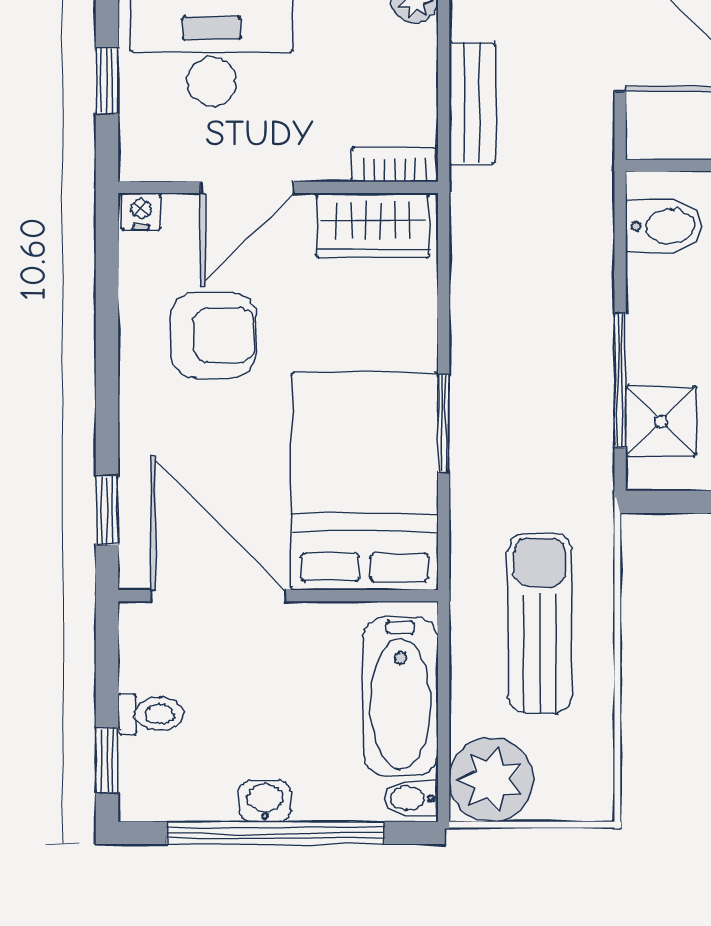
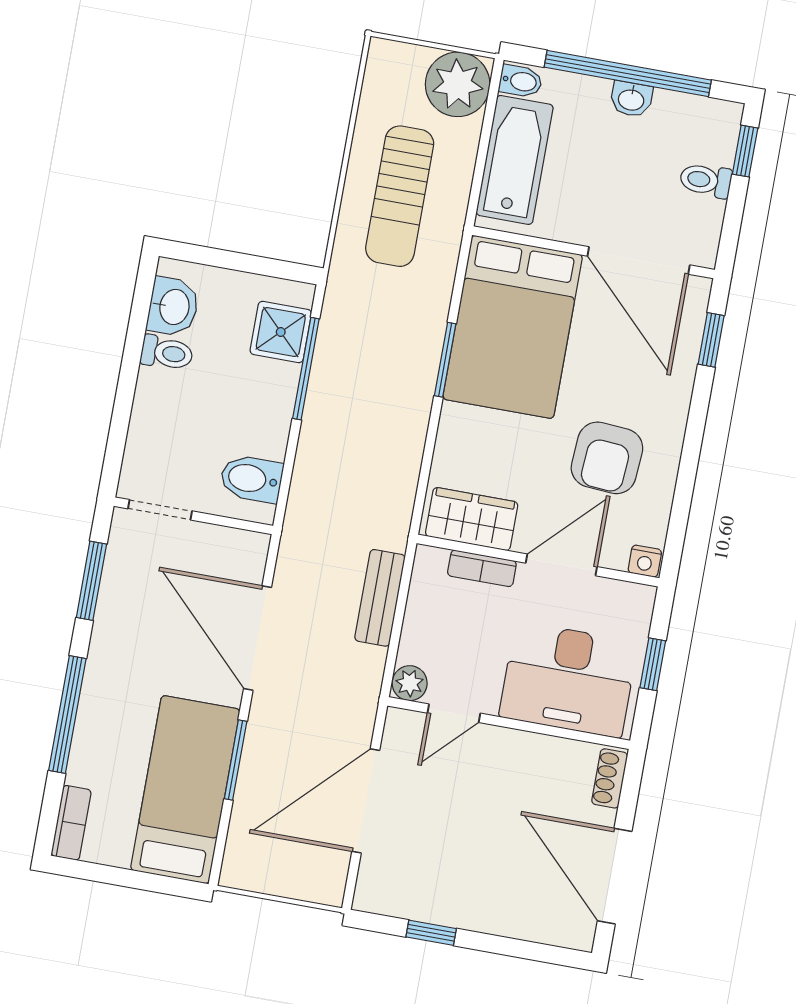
bookcase: (395, 165) -> (482, 568), moved
armchair: (213, 335) -> (607, 458), turned -86

